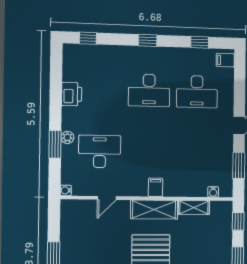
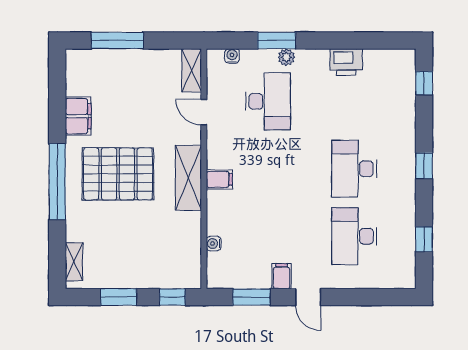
filing cabinet: (225, 60) -> (282, 276), moved
water cooler: (66, 190) -> (232, 56), moved
water cooler: (213, 192) -> (214, 244), moved
shelving: (194, 207) -> (192, 70), moved

